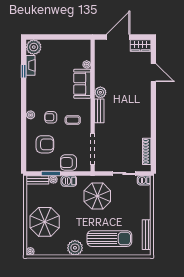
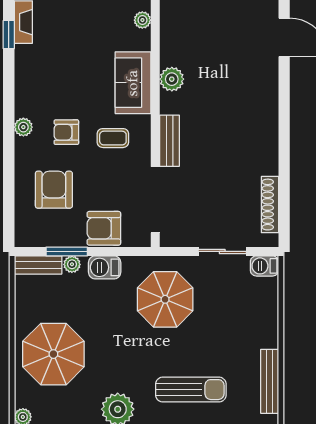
sofa: (82, 84) -> (133, 83), moved
bench: (99, 111) -> (169, 141), moved
armchair: (45, 144) -> (54, 190), turned -90
sun lounger: (109, 239) -> (191, 390), width x0.73, depth x0.75

